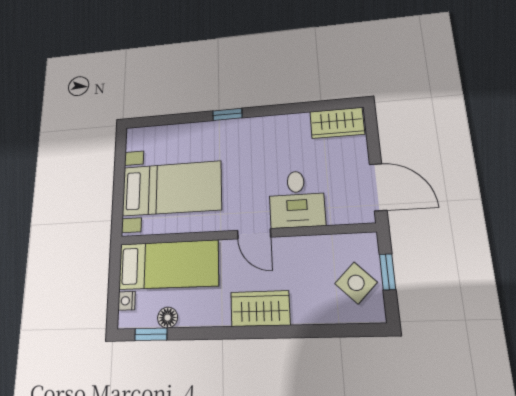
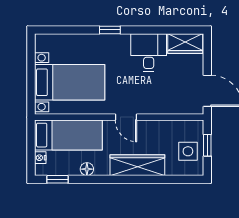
desk: (297, 199) -> (149, 53), moved, turned 180
side table: (356, 283) -> (188, 151), turned 45
wardrobe: (260, 309) -> (137, 165), width x1.50
floor lamp: (168, 318) -> (87, 169), moved

